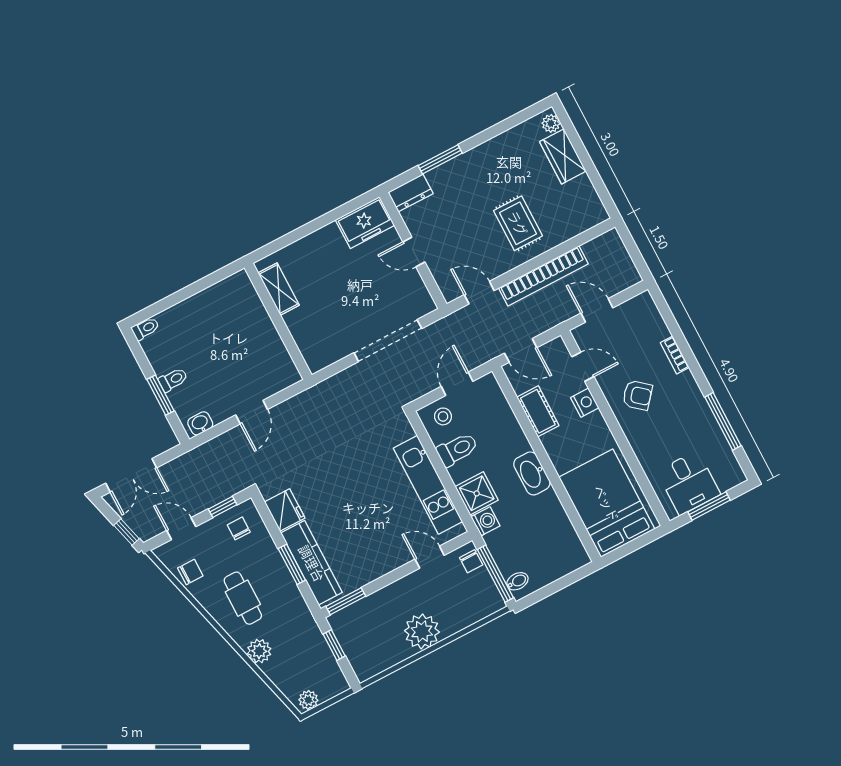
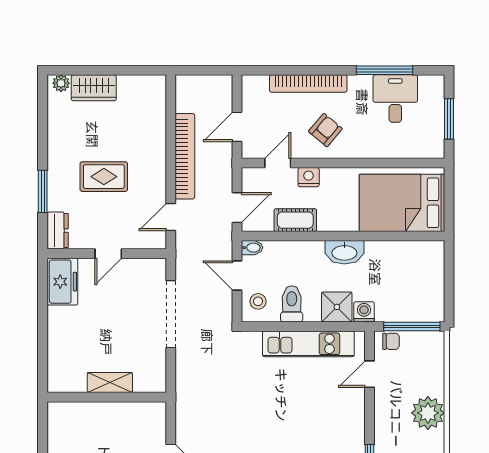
rug: (518, 223) -> (104, 177), moved
shelving: (279, 289) -> (110, 383), moved
bookcase: (675, 355) -> (308, 84), width x2.31, depth x1.31
desk: (689, 483) -> (395, 99), moved, turned -90
bidet: (517, 581) -> (252, 248), moved, turned 90

